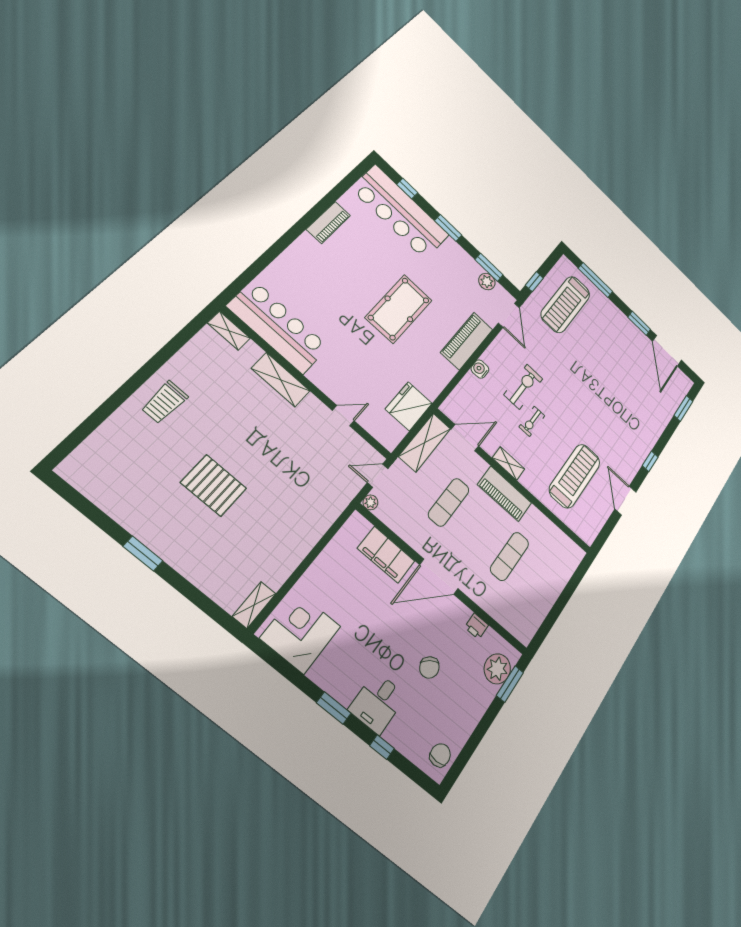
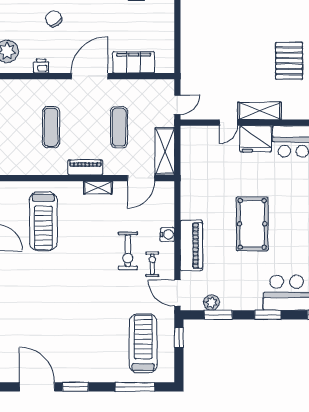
shelving: (281, 380) -> (260, 111), moved
fridge: (409, 406) -> (256, 139), moved, turned 90
exercise bike: (532, 421) -> (152, 264), moved
pallet: (214, 485) -> (289, 61), moved, turned 90
piano: (505, 494) -> (85, 167), width x0.73, depth x0.75
plant: (370, 502) -> (169, 85), removed

